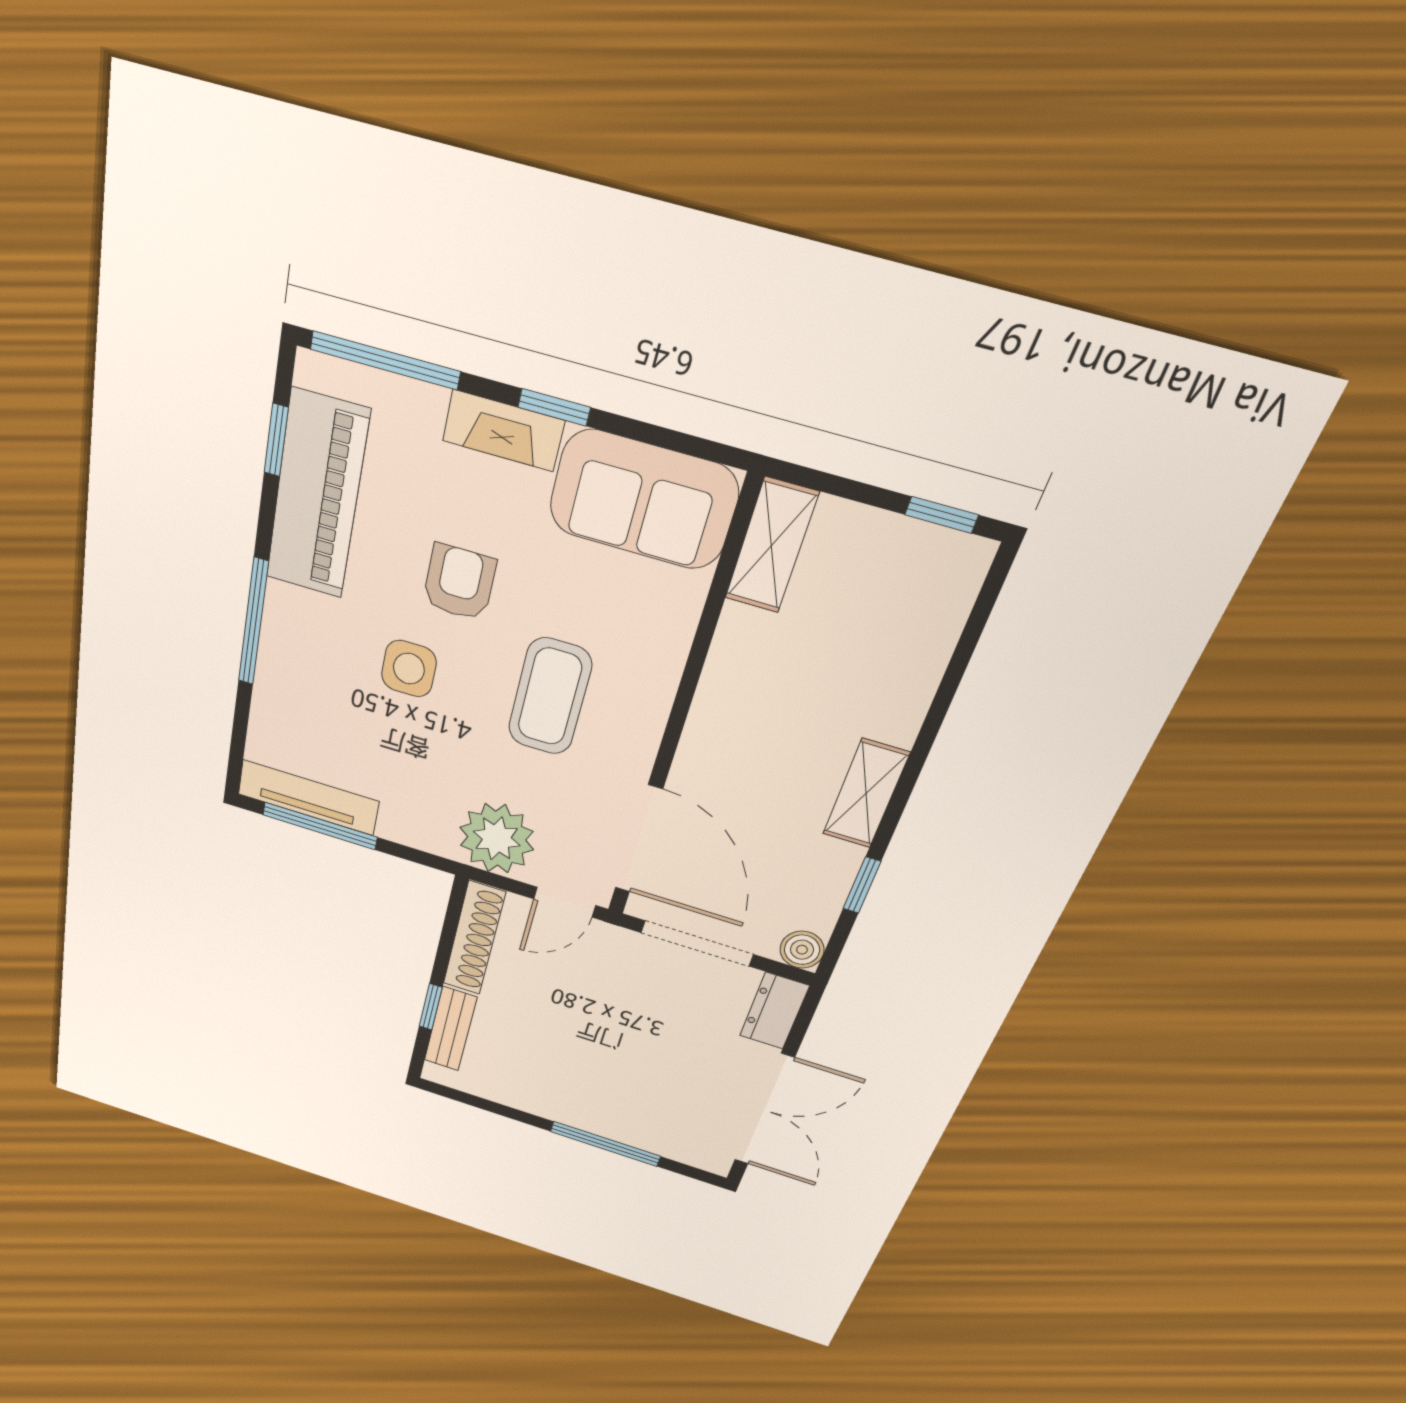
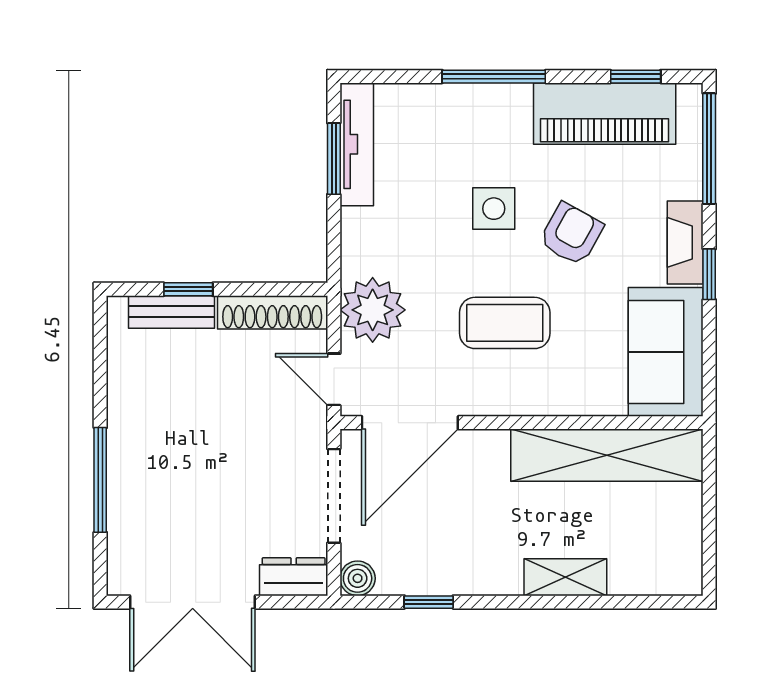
window: (942, 515) -> (709, 551), removed
shelving: (771, 546) -> (607, 455), width x2.20, depth x1.33
armchair: (459, 582) -> (571, 234), turned -61
shelving: (866, 794) -> (565, 577), moved
window: (320, 826) -> (334, 159), width x0.69

